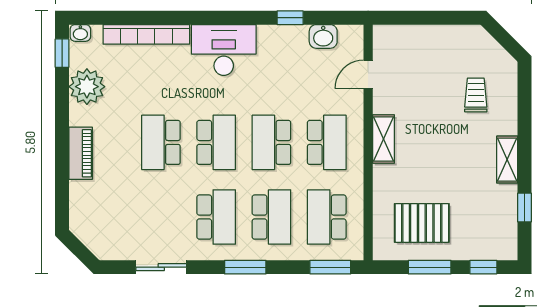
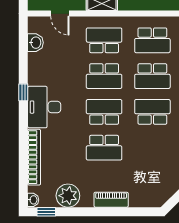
window: (290, 18) -> (23, 92), moved
school desk: (271, 217) -> (152, 76), turned 180

